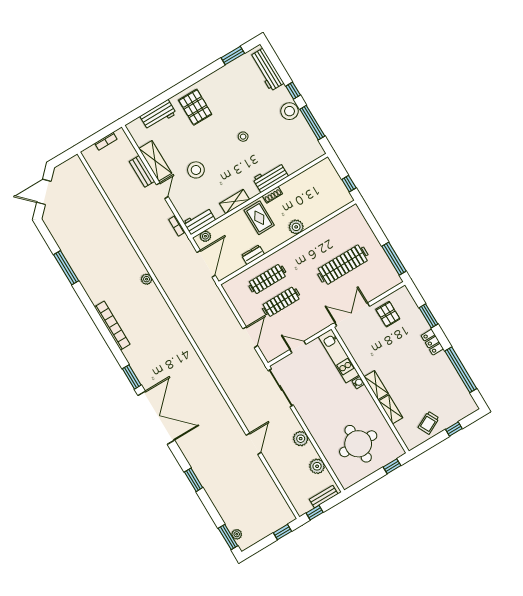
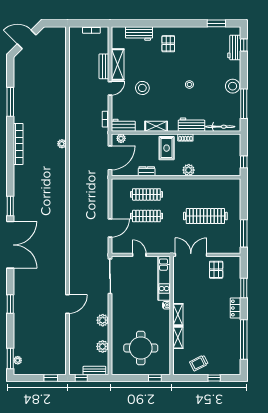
workbench: (267, 70) -> (234, 48), width x0.73
window: (293, 91) -> (244, 45), moved
pallet: (195, 107) -> (168, 44), width x0.67, depth x0.71
bicycle: (302, 162) -> (220, 127), added
bookcase: (112, 326) -> (18, 144), moved

